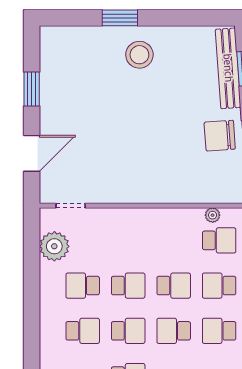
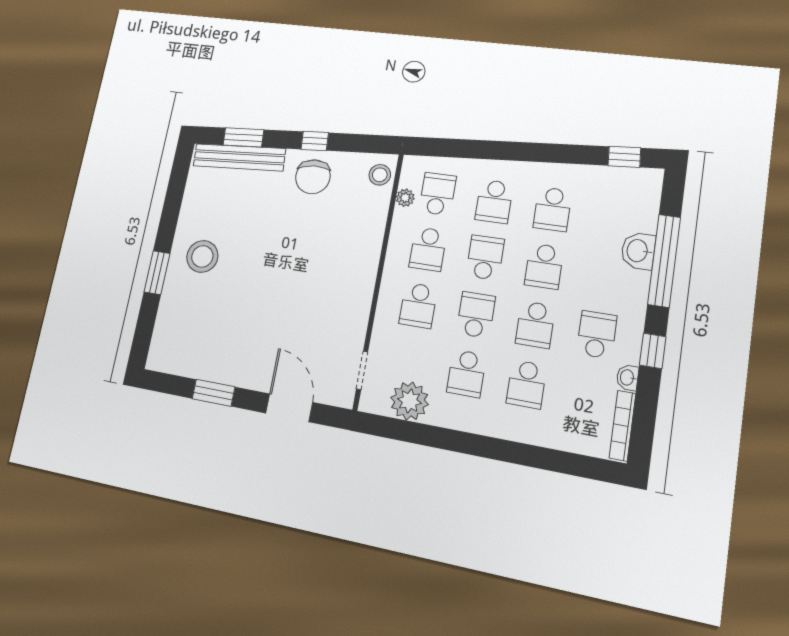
stool: (229, 191) -> (380, 175), added
school desk: (128, 240) -> (418, 305), added
school desk: (174, 240) -> (428, 249), added
school desk: (83, 331) -> (526, 384), turned 180
school desk: (128, 331) -> (535, 325), turned 180

